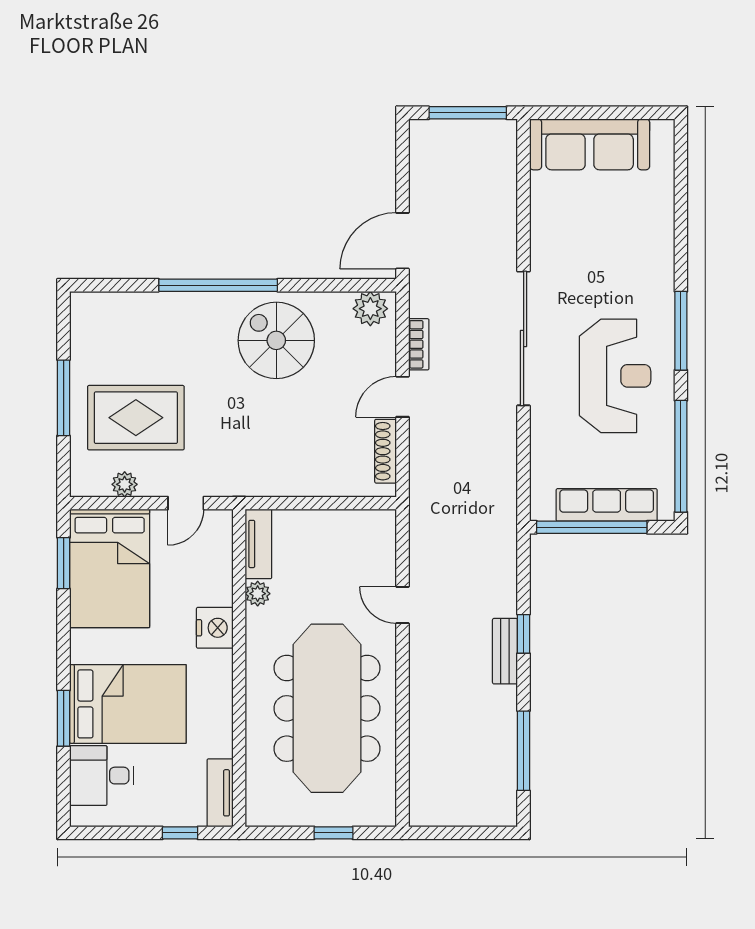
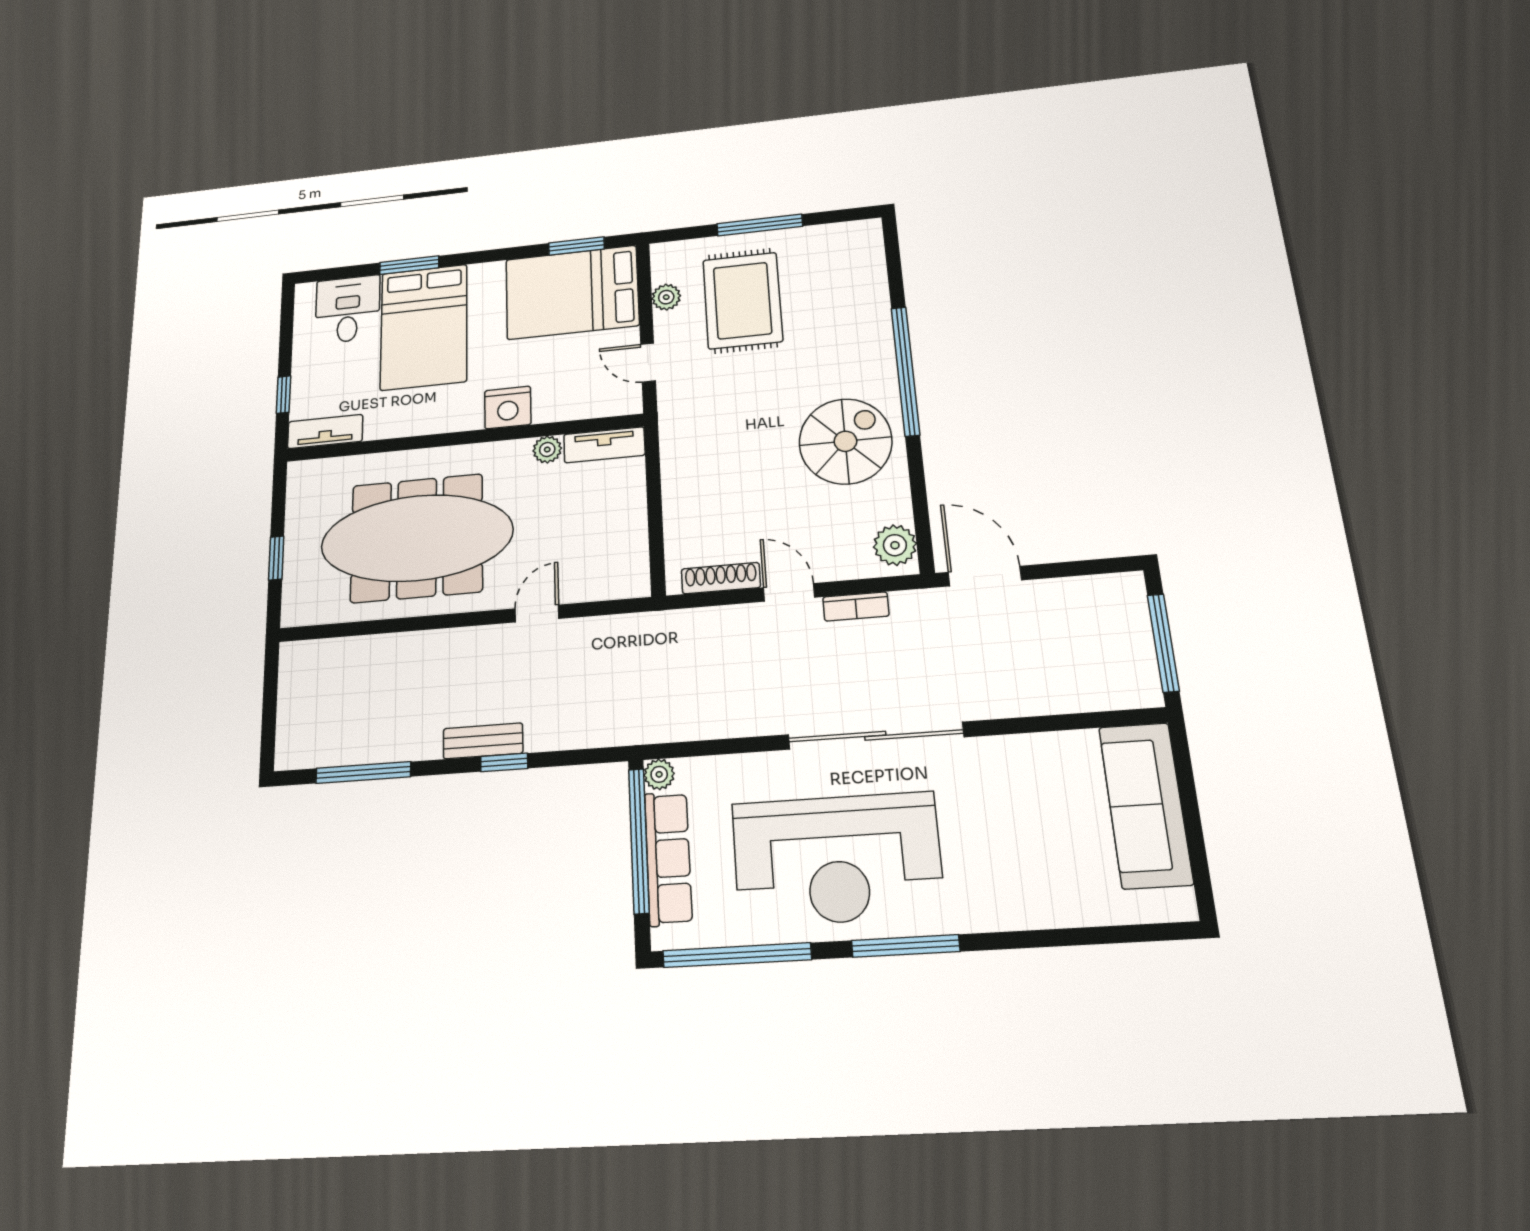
reception desk: (615, 376) -> (837, 859), width x1.36, depth x1.30
plant: (542, 509) -> (659, 774), added

